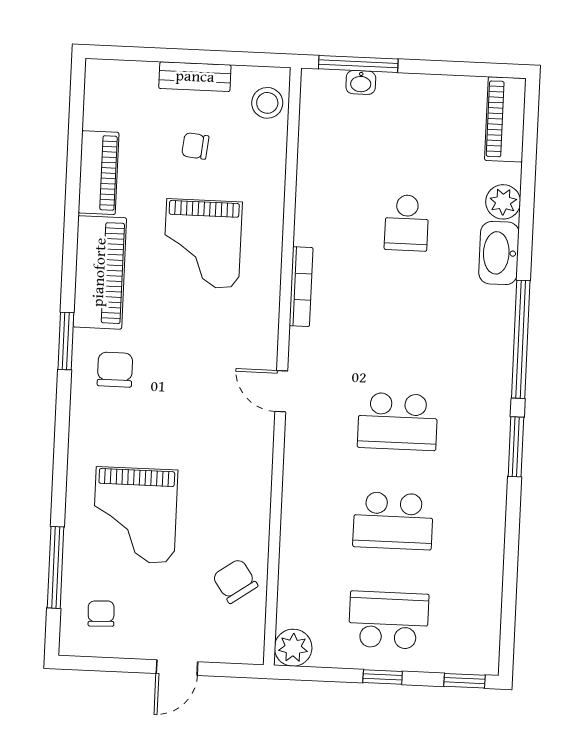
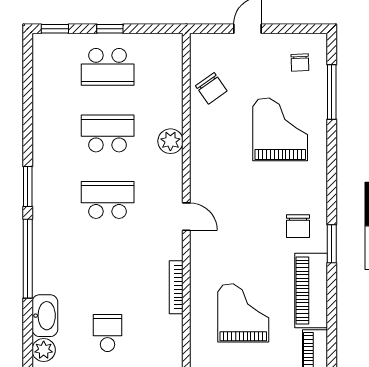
plant: (293, 648) -> (170, 141), moved

